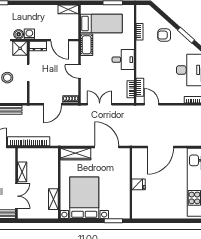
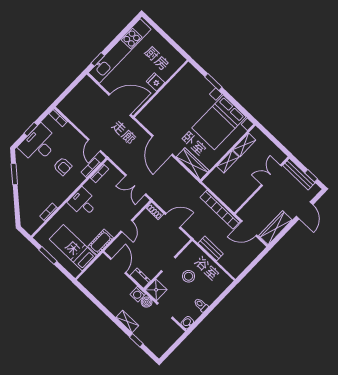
shelving: (68, 9) -> (127, 321), moved
armchair: (164, 35) -> (63, 166), moved
shelving: (22, 172) -> (228, 162), moved
wall: (131, 183) -> (161, 89), moved
fridge: (138, 184) -> (155, 82), moved

